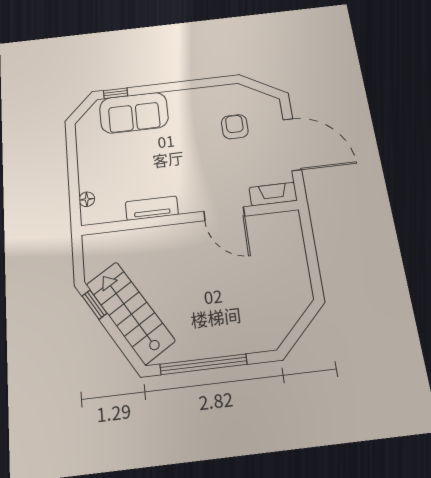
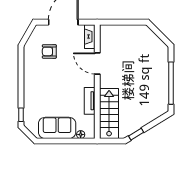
sofa: (134, 113) -> (57, 128), moved, turned -90
door: (224, 214) -> (97, 63), swing flipped
stairs: (130, 312) -> (109, 114), moved, turned 122

